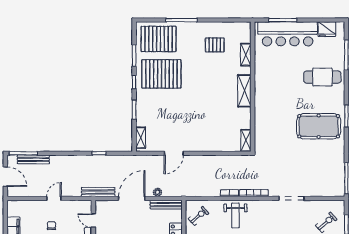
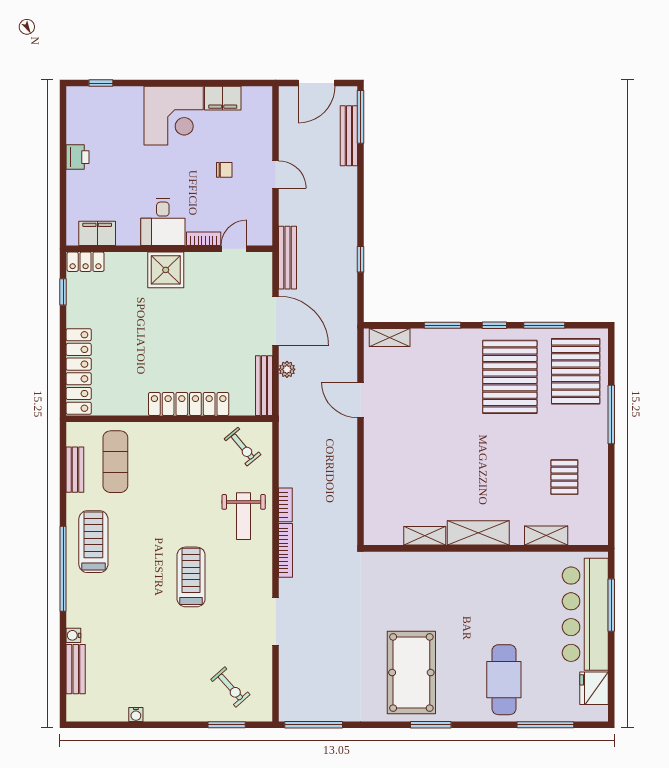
shelving: (246, 140) -> (425, 536), moved
weight bench: (235, 215) -> (244, 516), turned -90

